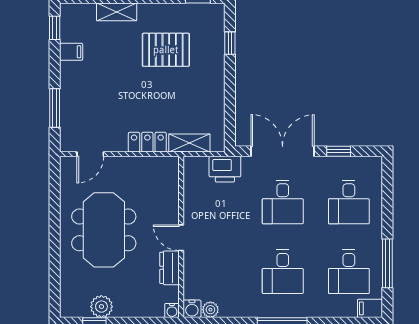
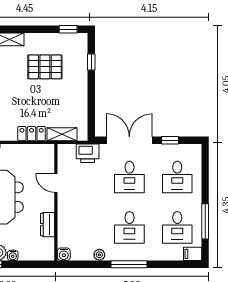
door: (181, 238) -> (56, 183), moved
water cooler: (172, 310) -> (13, 255), moved
plant: (210, 310) -> (99, 255), moved

